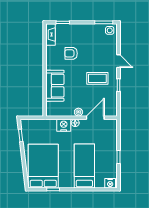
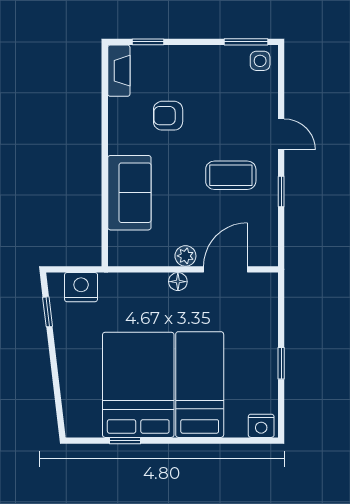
nightstand: (64, 125) -> (81, 287), moved
bed: (43, 166) -> (138, 385), moved

